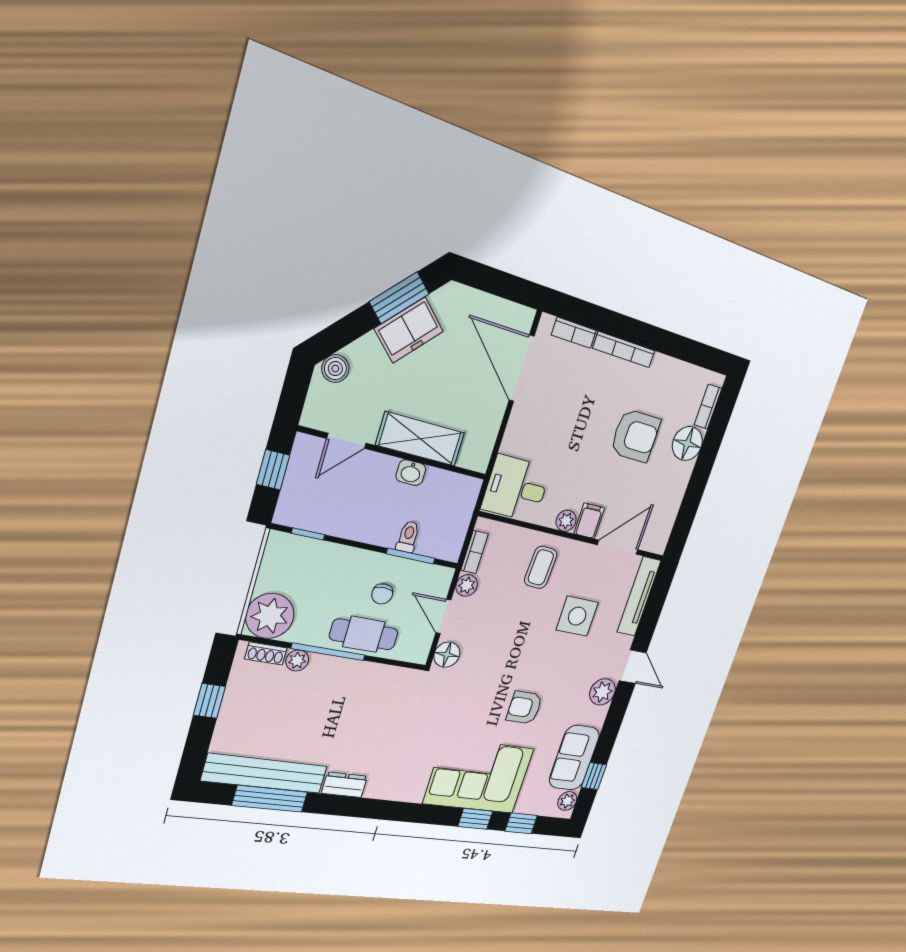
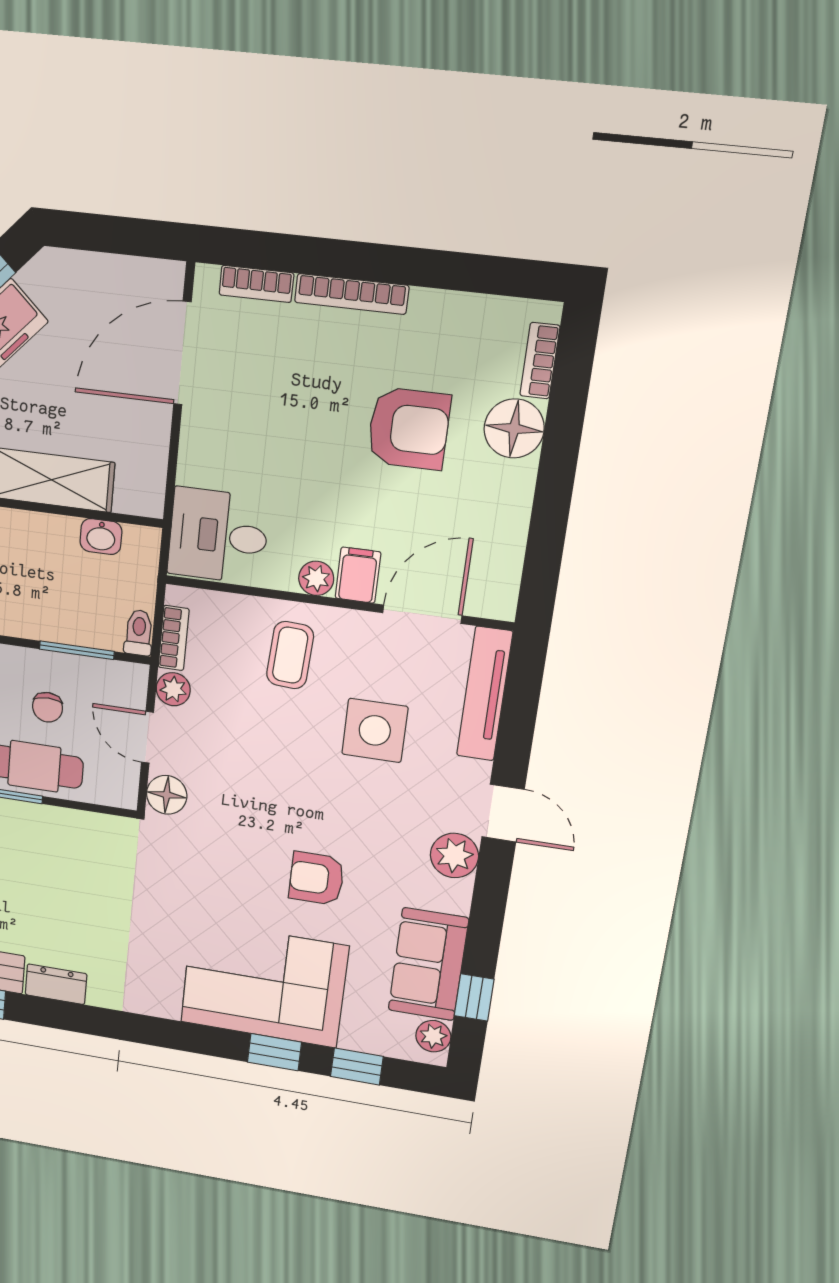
door: (521, 368) -> (182, 353), hinge flipped
washbasin: (411, 473) -> (101, 537), moved
toilet: (408, 537) -> (139, 633), moved

